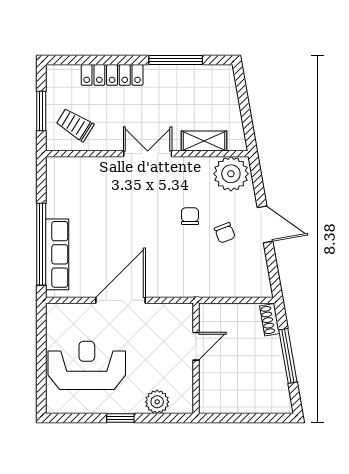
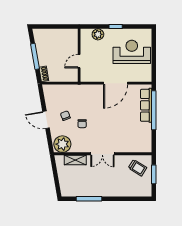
locker: (112, 75) -> (120, 192), removed
reception desk: (87, 365) -> (132, 52), turned 180

